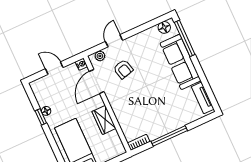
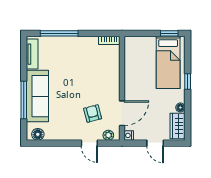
window: (185, 38) -> (24, 100), moved
door: (114, 41) -> (89, 143), hinge flipped
window: (41, 117) -> (188, 81), moved
wardrobe: (104, 120) -> (178, 126), moved, turned 180
window: (169, 136) -> (59, 33), moved

